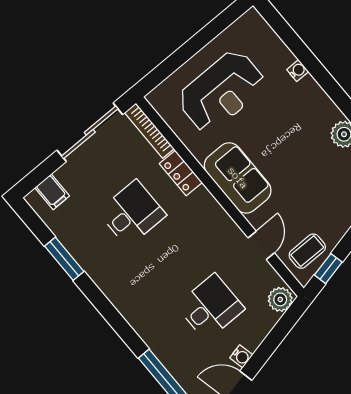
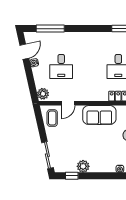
door: (261, 245) -> (68, 103), hinge flipped
window: (328, 269) -> (40, 120), removed

